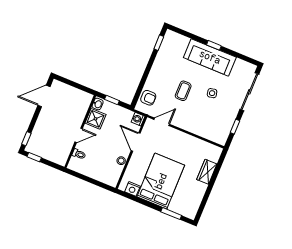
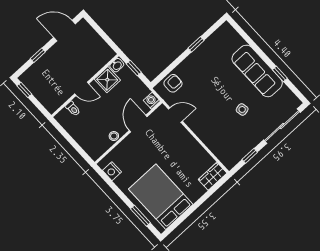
window: (159, 43) -> (196, 44), moved
window: (214, 45) -> (280, 74), moved
coffee table: (183, 91) -> (213, 93), removed
armchair: (148, 98) -> (173, 83), turned -90
window: (26, 139) -> (38, 55), moved
wardrobe: (207, 172) -> (213, 176), moved
bed: (161, 181) -> (161, 197), moved, turned -90

